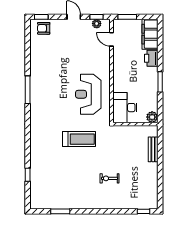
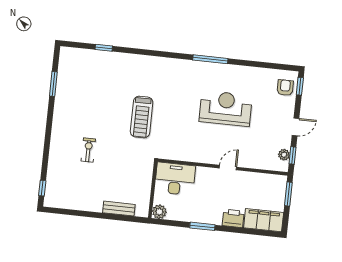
door: (112, 39) -> (228, 168), moved
reception desk: (88, 94) -> (226, 108), moved

